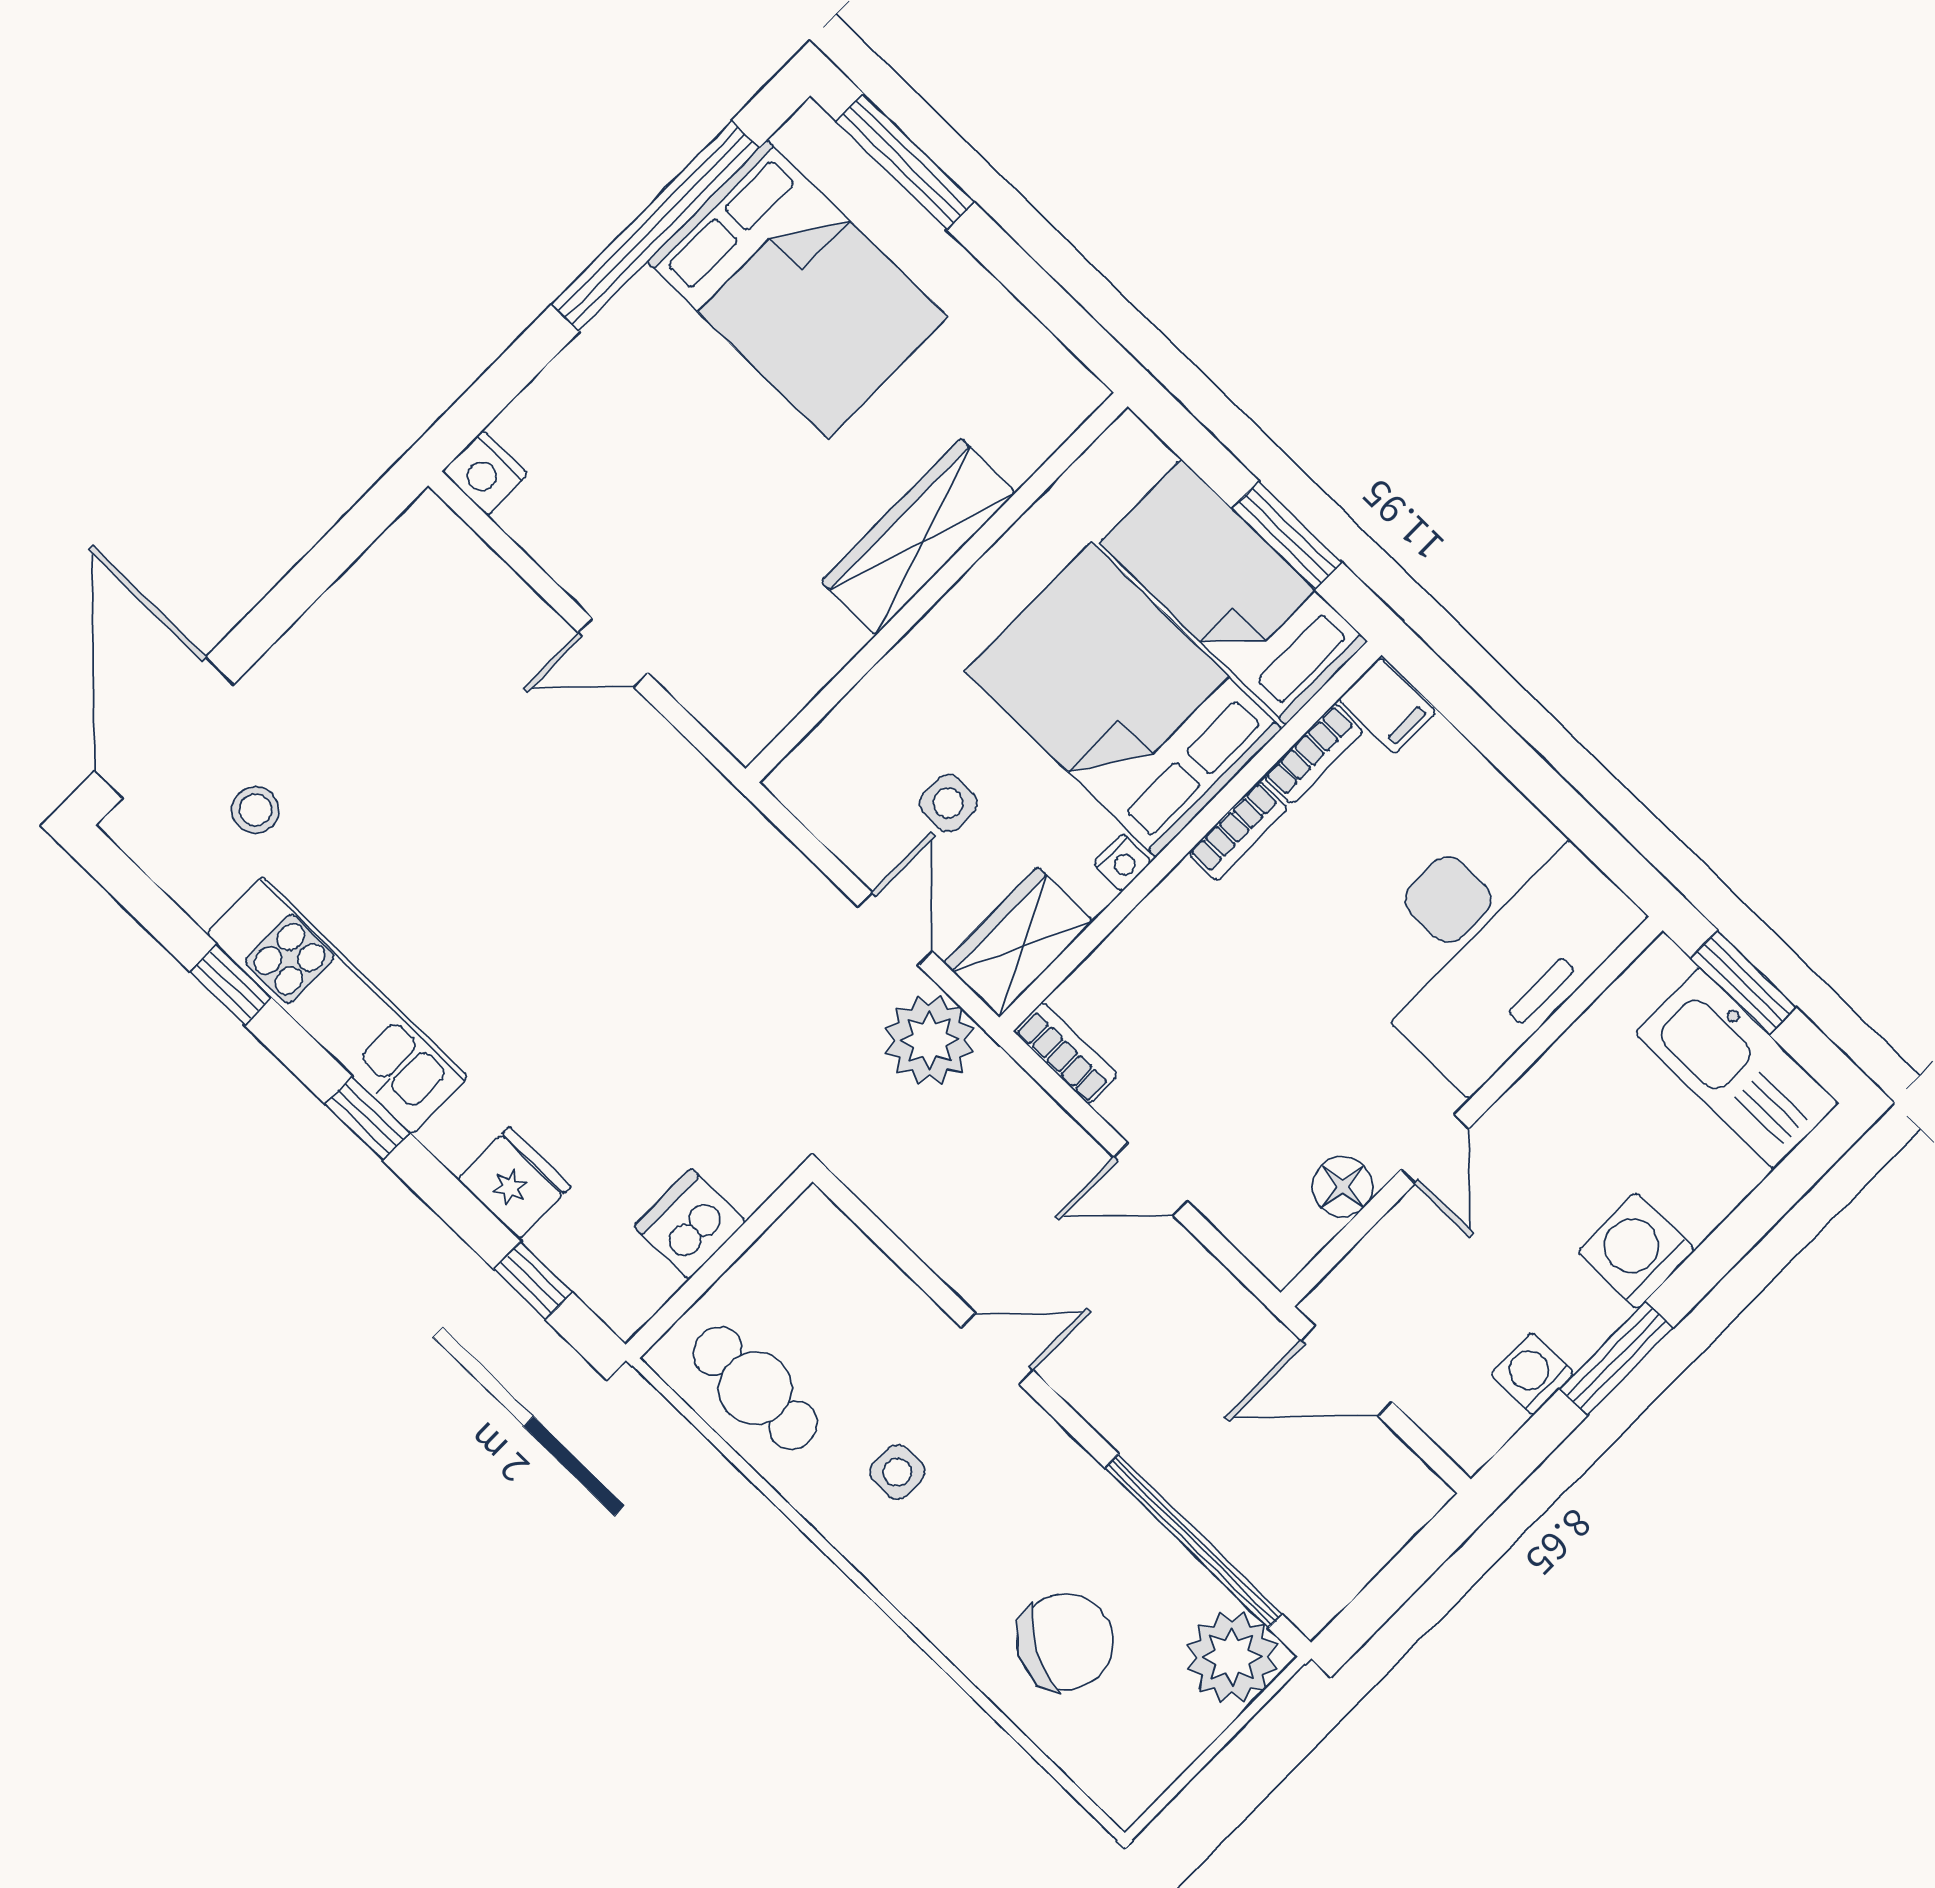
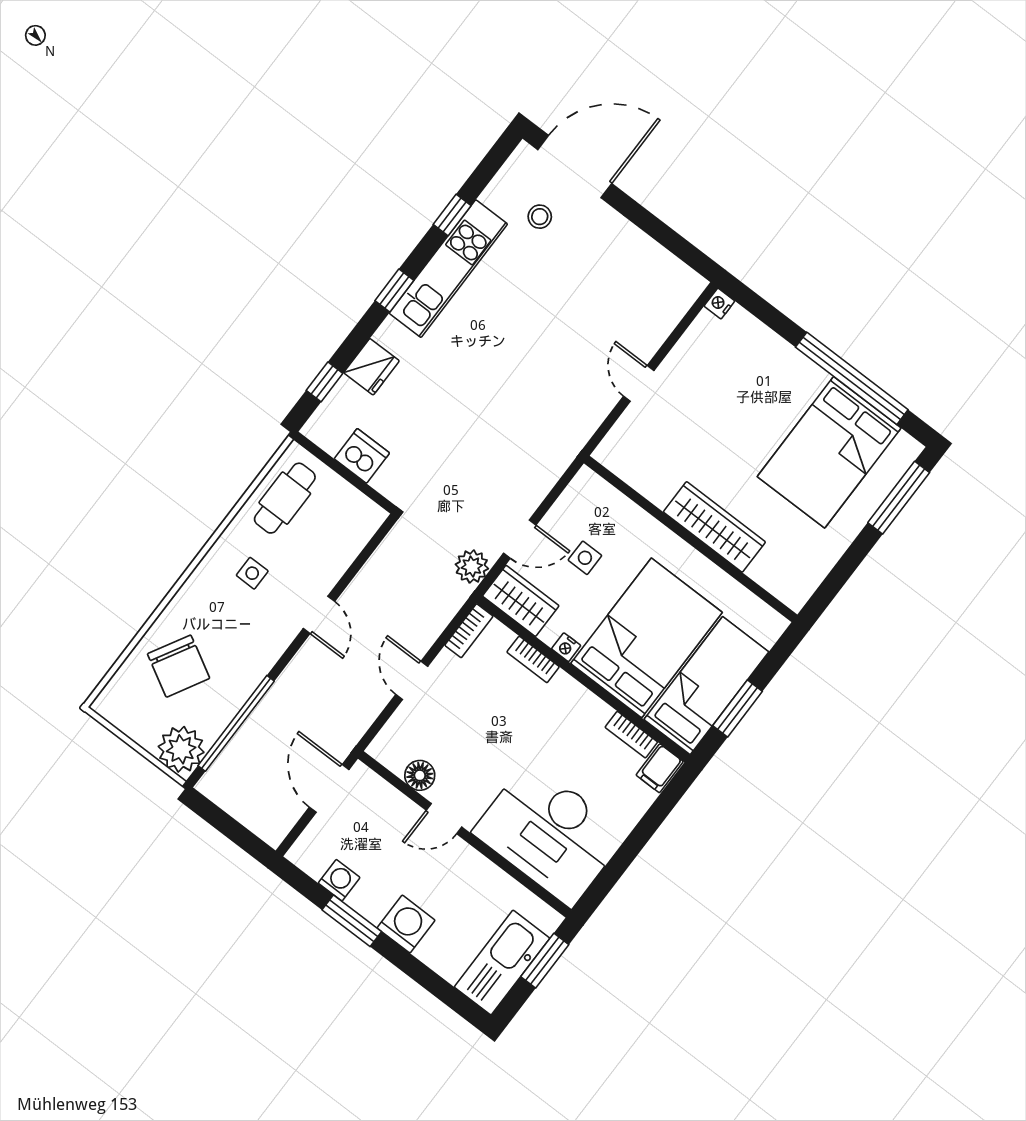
nightstand: (485, 473) -> (719, 304), width x0.72, depth x0.74
bookcase: (1238, 831) -> (533, 659), moved
plant: (929, 1040) -> (472, 567), width x0.73, depth x0.73

